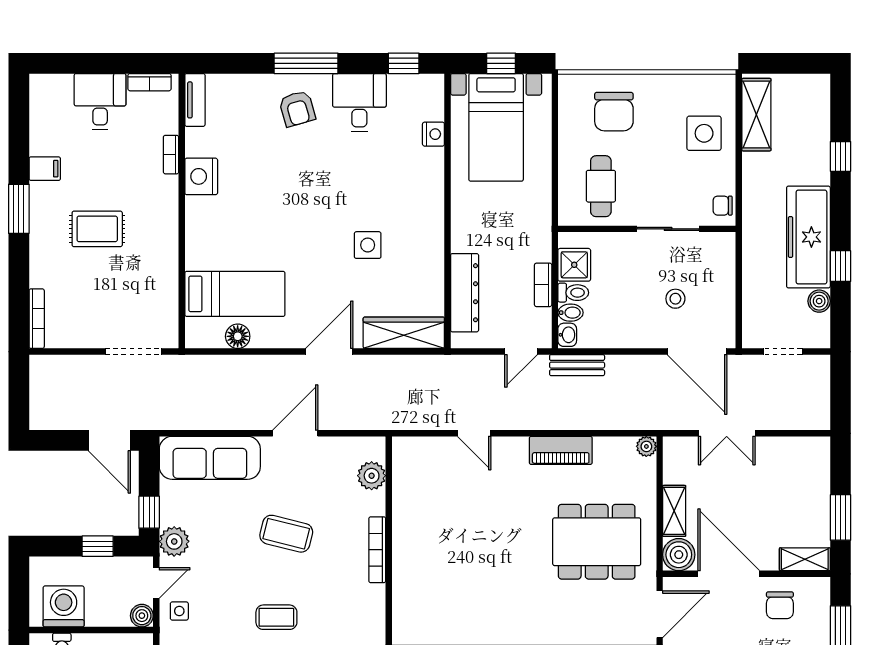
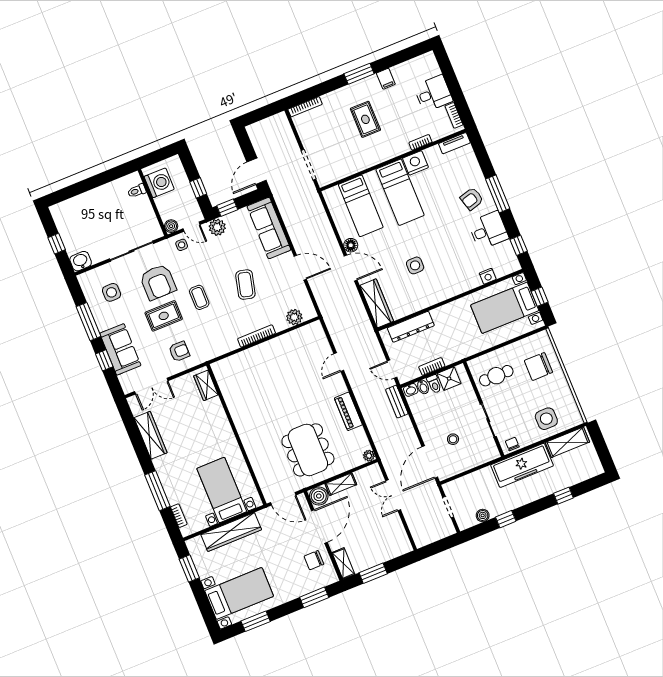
bed: (239, 221) -> (400, 192), added
freezer: (808, 237) -> (522, 465), moved, turned 180
floor lamp: (238, 336) -> (351, 245), moved

